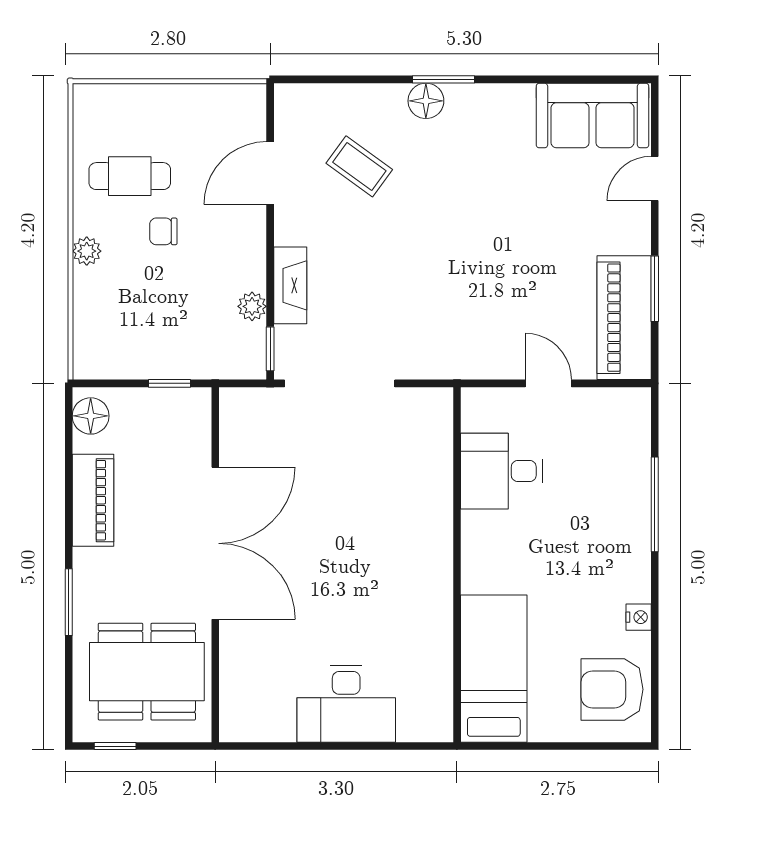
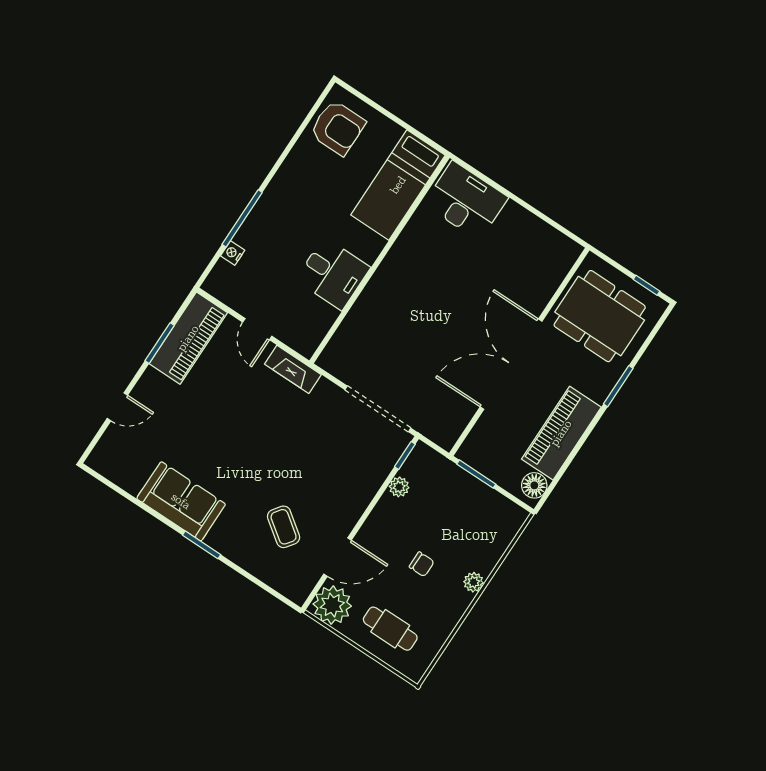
floor lamp: (426, 101) -> (220, 539), removed
plant: (238, 111) -> (332, 605), added
sofa: (593, 116) -> (181, 501), moved
cafe table: (130, 176) -> (390, 629), moved
fireplace: (290, 285) -> (293, 369), moved, turned -90
window: (170, 383) -> (476, 474), width x1.50
desk: (502, 471) -> (333, 274), moved
piano: (93, 500) -> (561, 433), width x1.37, depth x1.33
nightstand: (639, 617) -> (233, 253), moved
desk: (346, 704) -> (466, 201), moved

